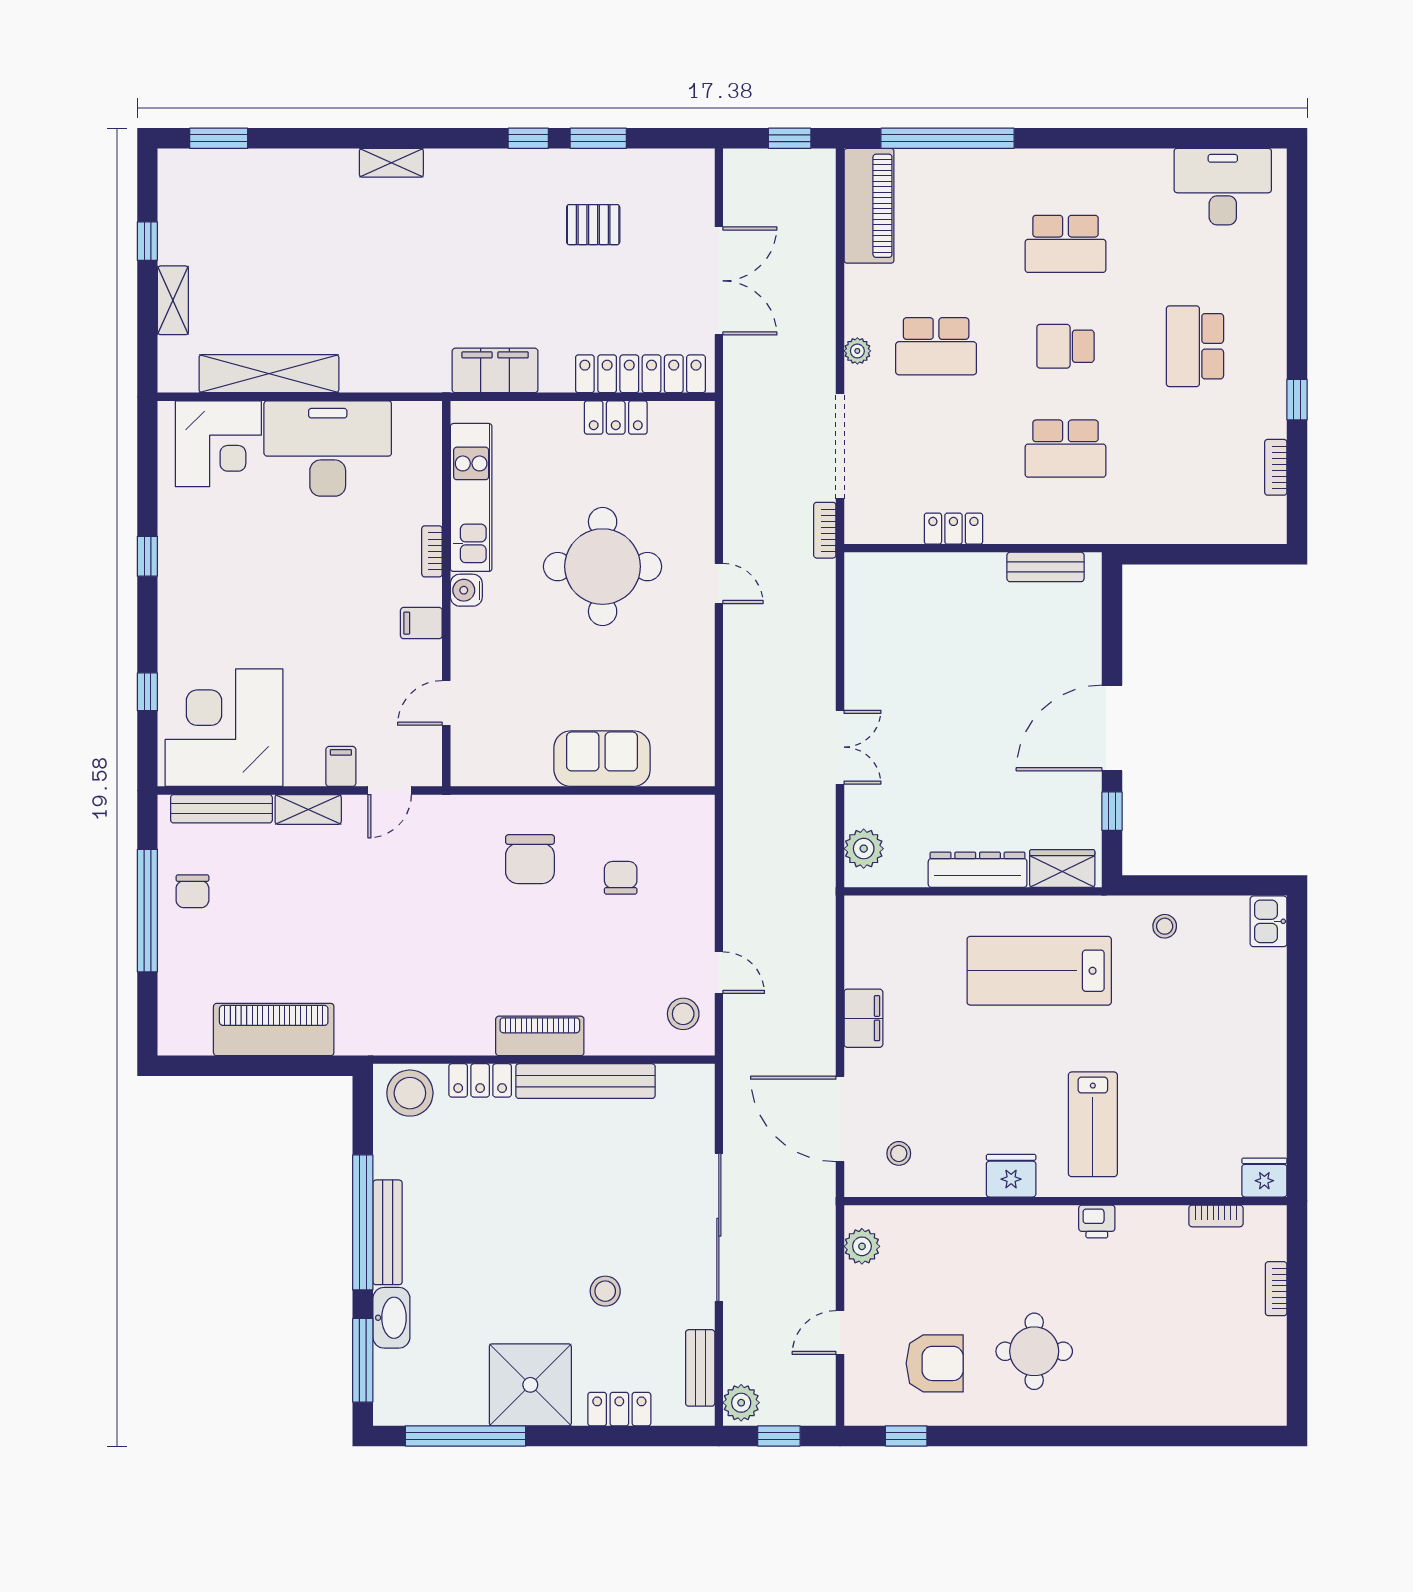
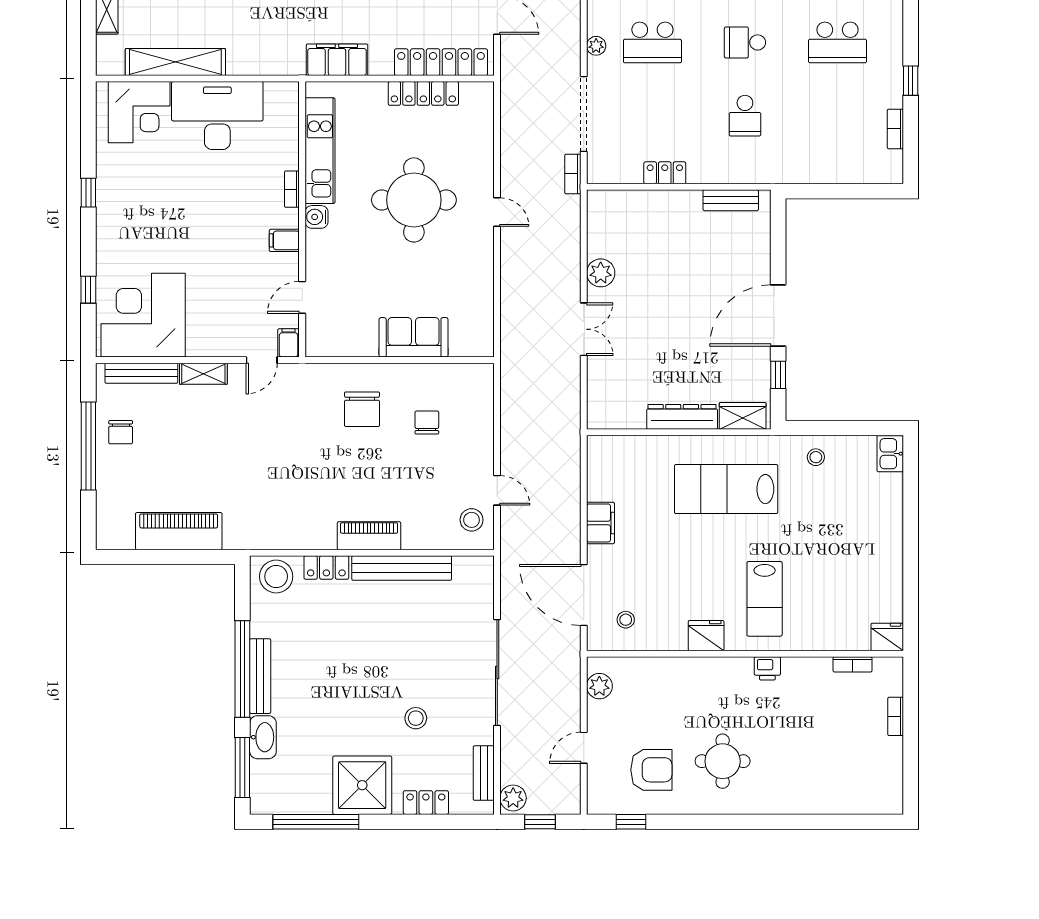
school desk: (1195, 346) -> (838, 42), turned -90
locker: (616, 418) -> (423, 93), width x1.53
school desk: (1065, 449) -> (745, 116), width x0.54
filing cabinet: (341, 766) -> (289, 343), moved
plant: (864, 849) -> (601, 273), moved

